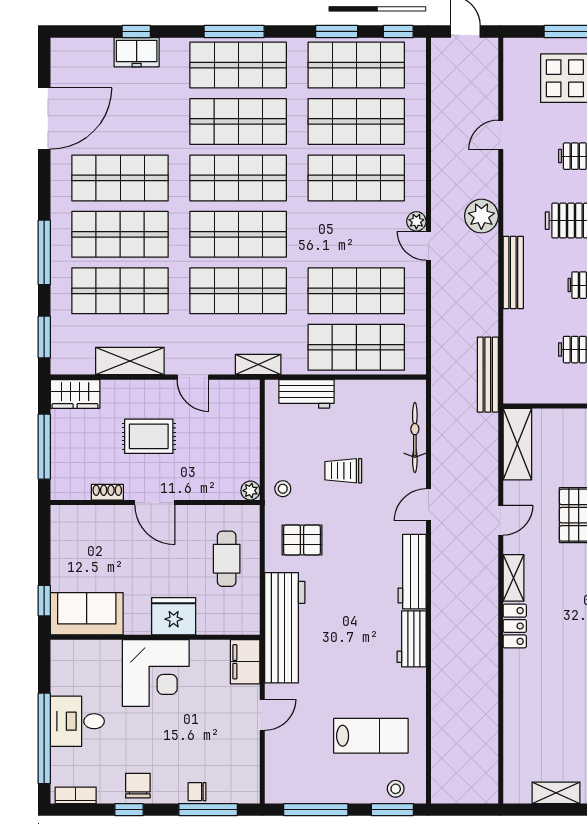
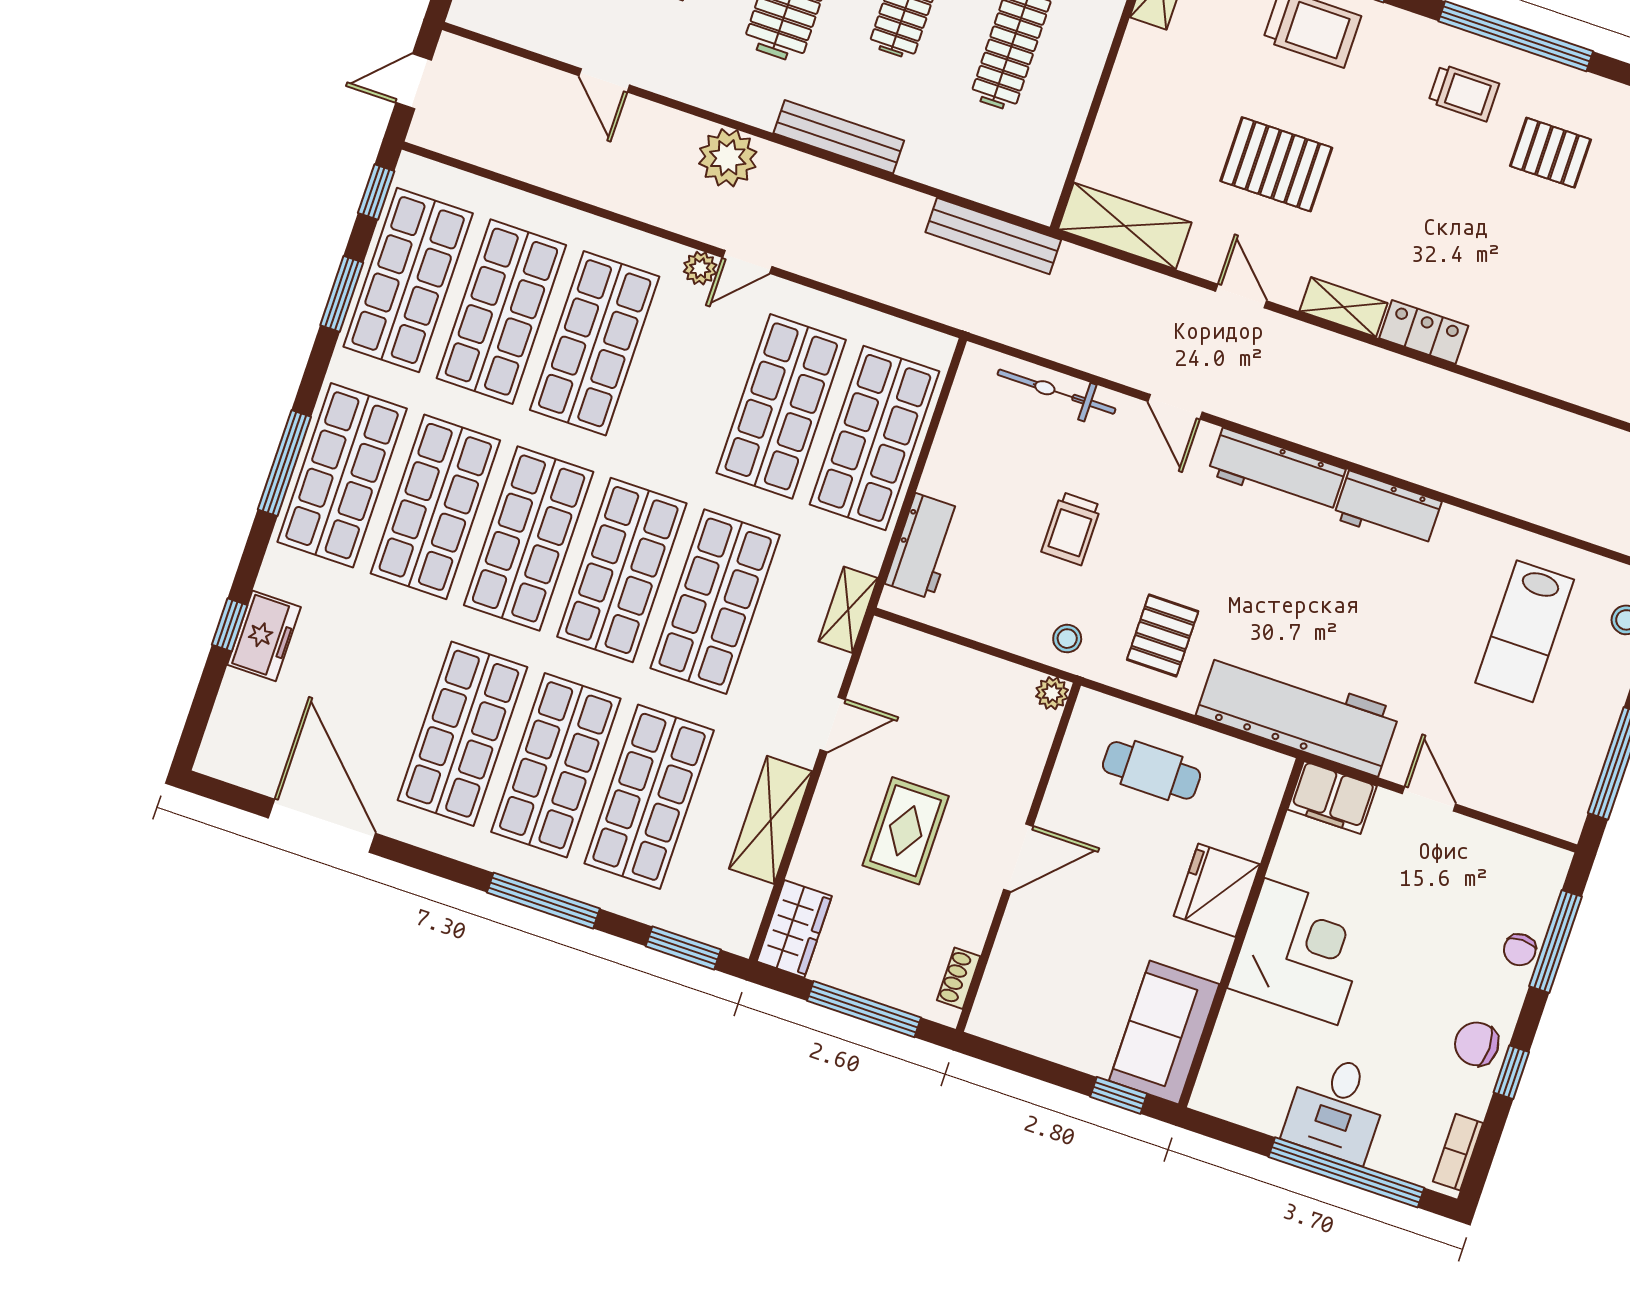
shoe rack: (107, 492) -> (959, 978), moved
lab bench: (371, 736) -> (1525, 631), turned 180

